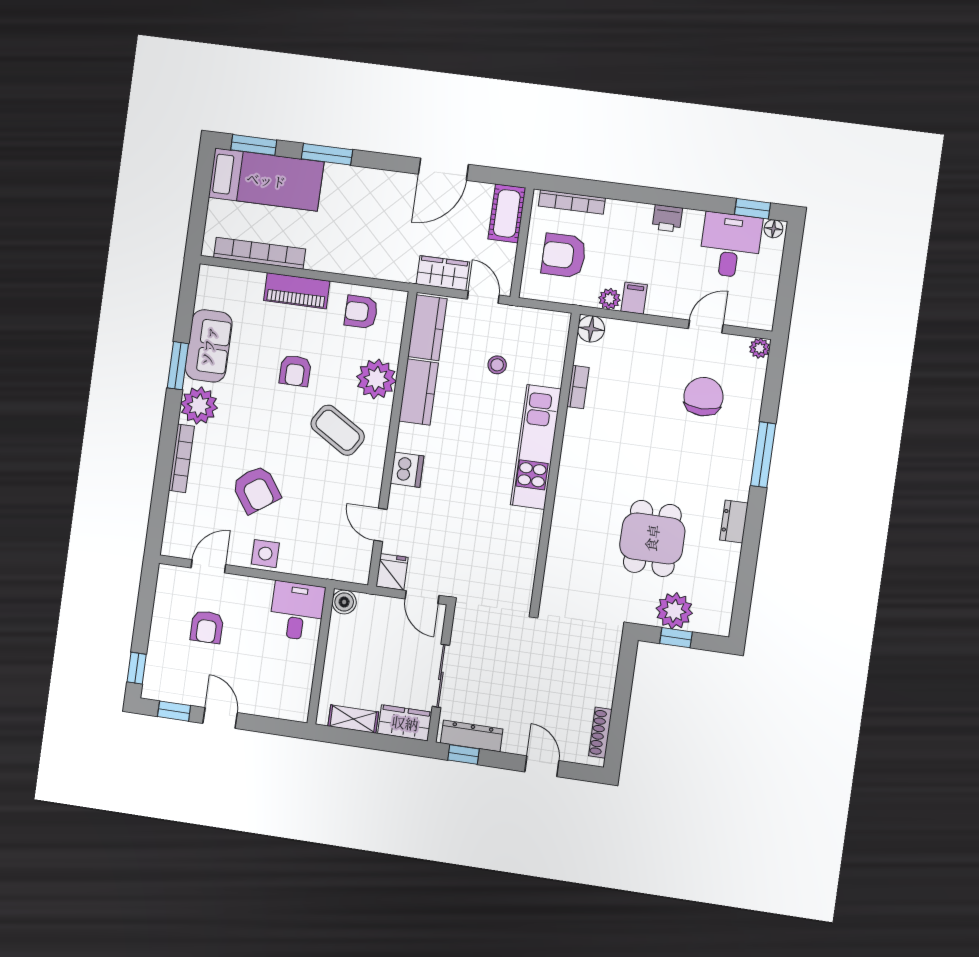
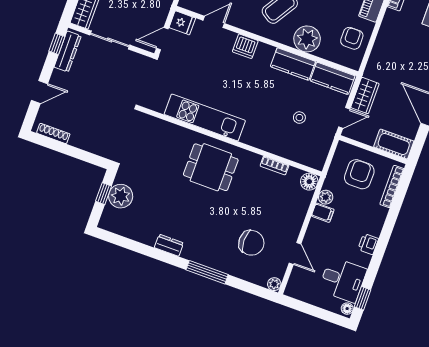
kitchen unit: (536, 447) -> (205, 117), moved
dining table: (652, 538) -> (211, 167), moved

